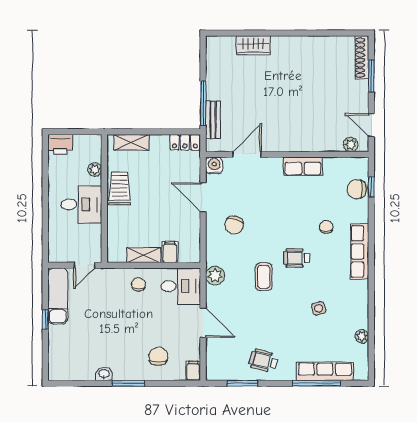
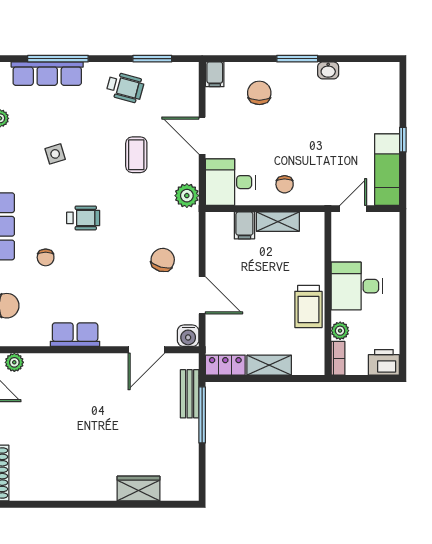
shelving: (131, 142) -> (269, 365), moved
bookcase: (96, 148) -> (338, 358), added
coffee table: (264, 277) -> (136, 155), moved
chair: (158, 356) -> (259, 93), turned 180

